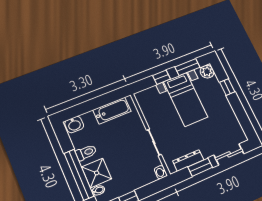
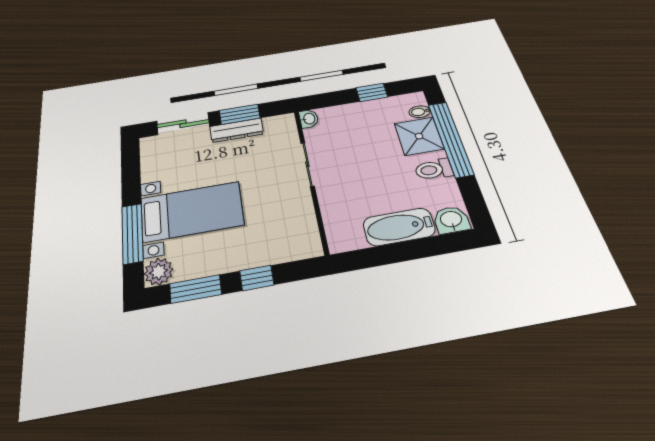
window: (227, 87) -> (132, 233), width x2.17
bed with nightstands: (186, 99) -> (192, 212), moved, turned 90
bathtub: (112, 111) -> (399, 227), moved
dresser: (188, 160) -> (237, 130), moved

